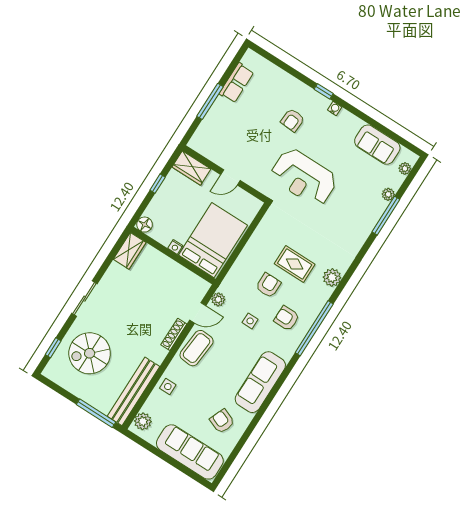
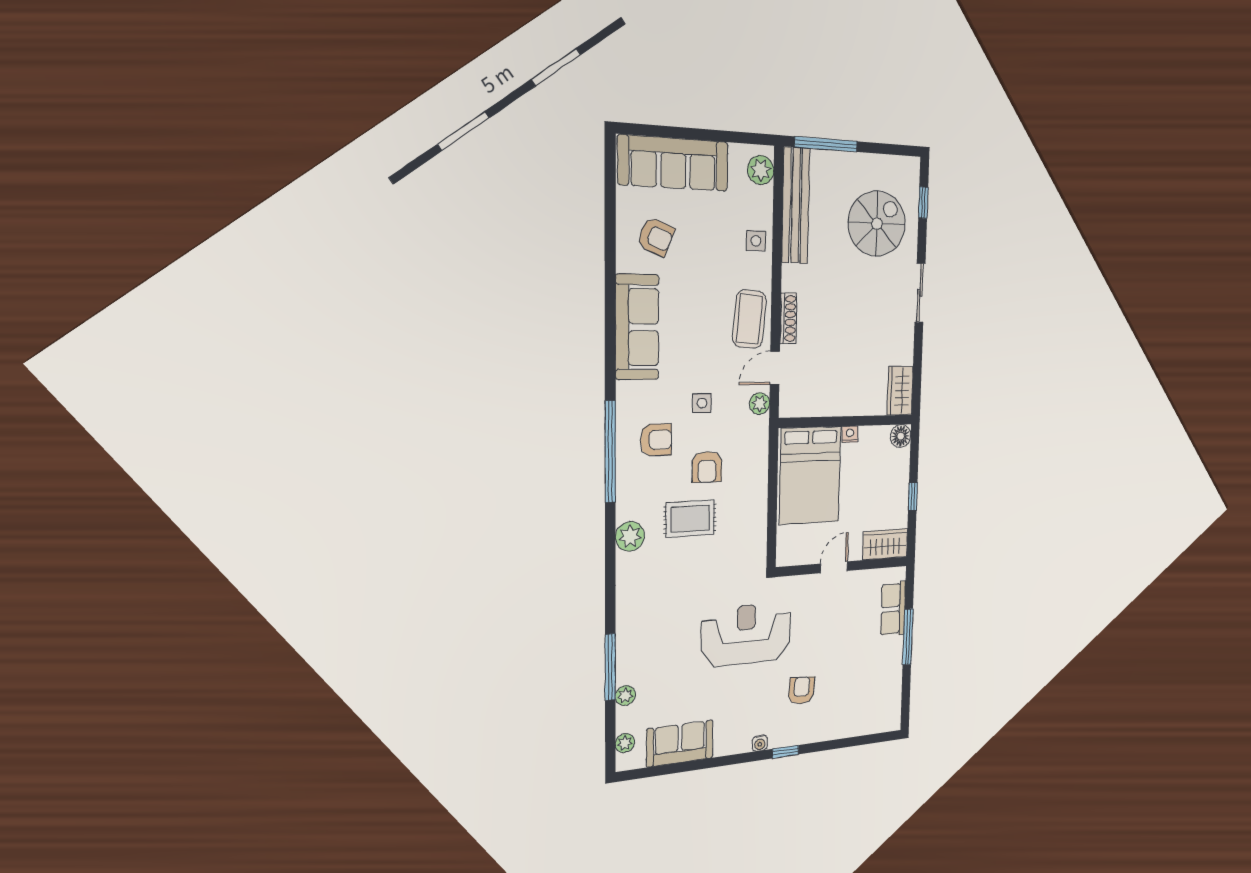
row of seats: (236, 83) -> (893, 609), moved

